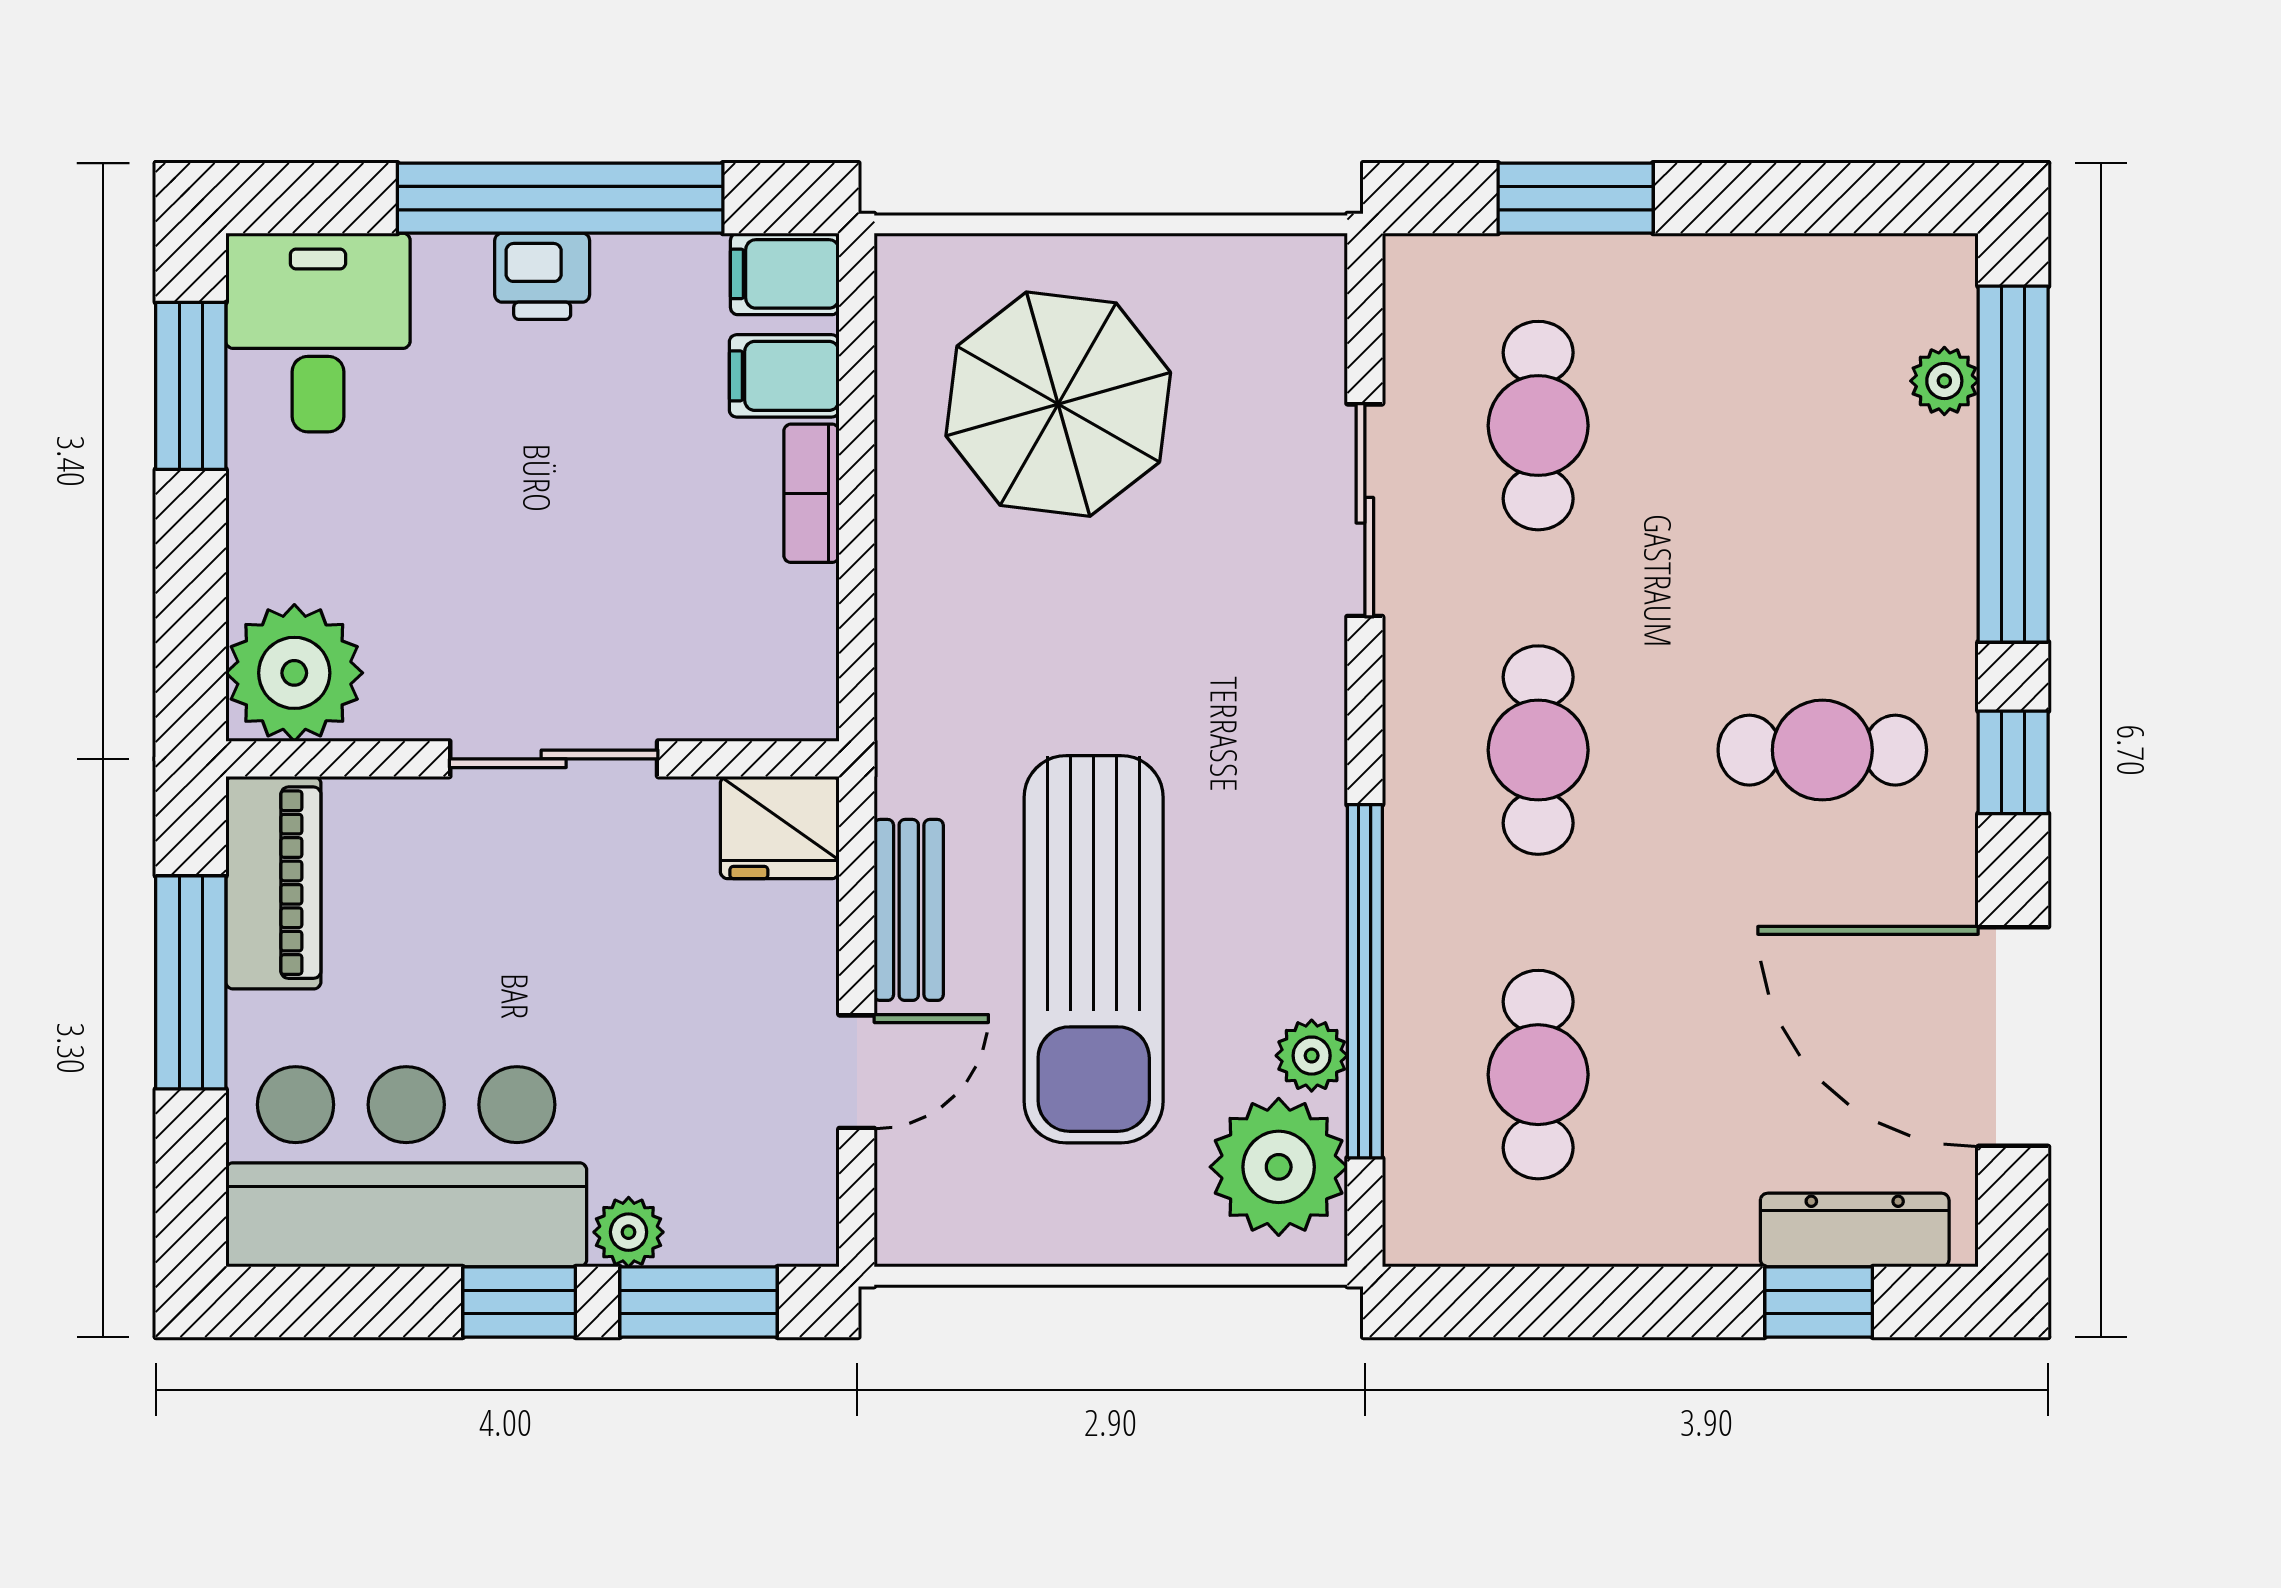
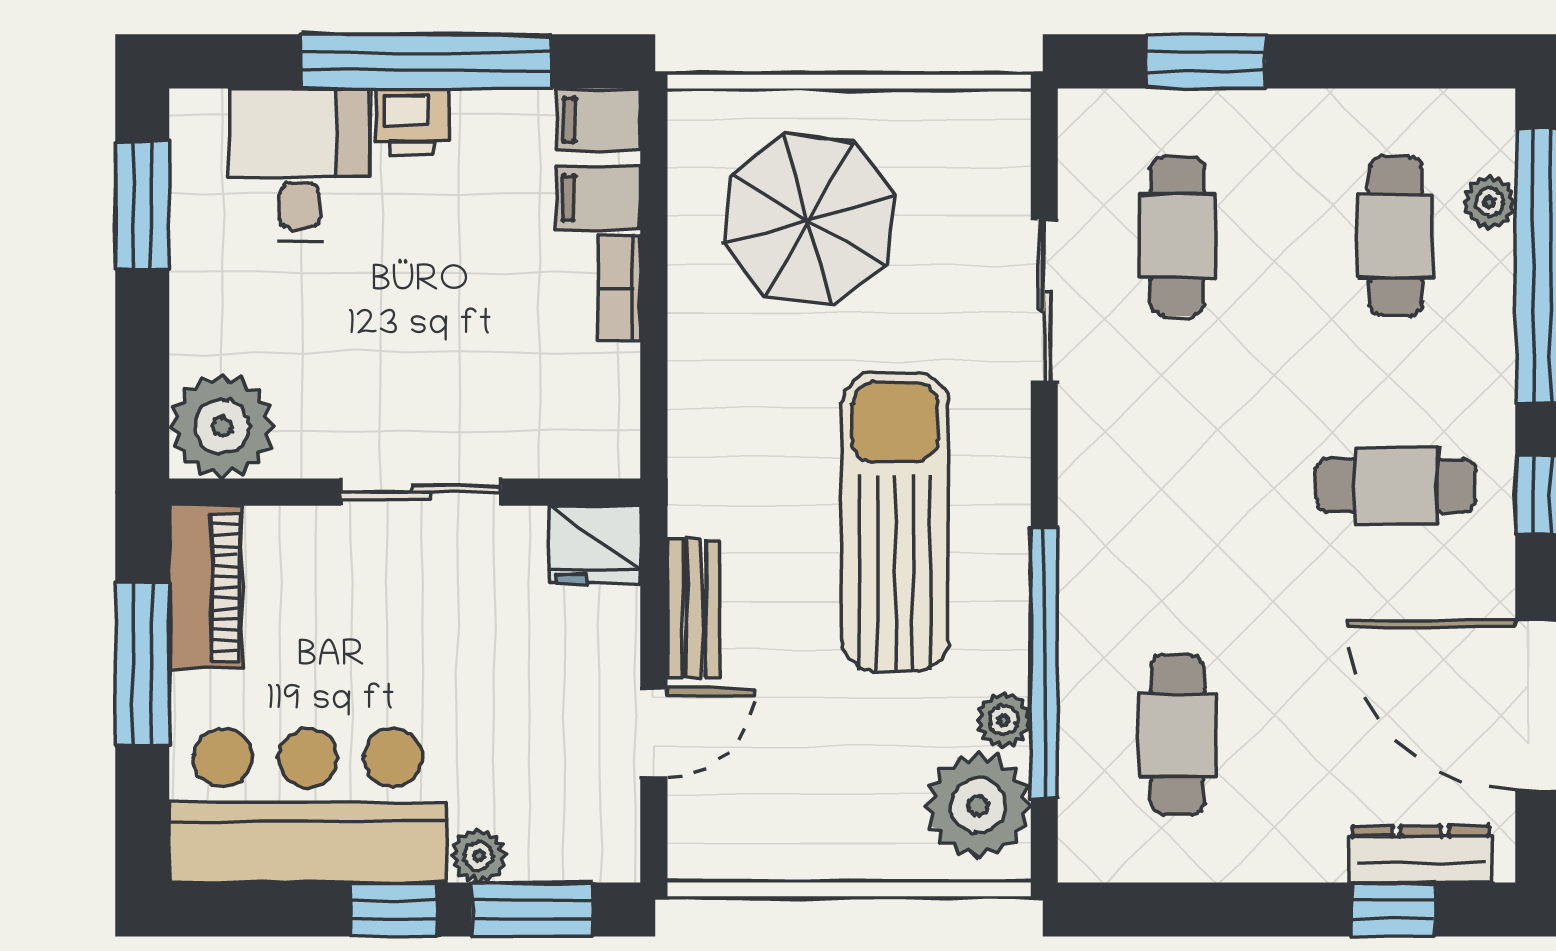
desk: (318, 332) -> (300, 165), moved
cafe table: (1538, 750) -> (1396, 236), moved
sun lounger: (1094, 949) -> (895, 522), moved, turned 180

